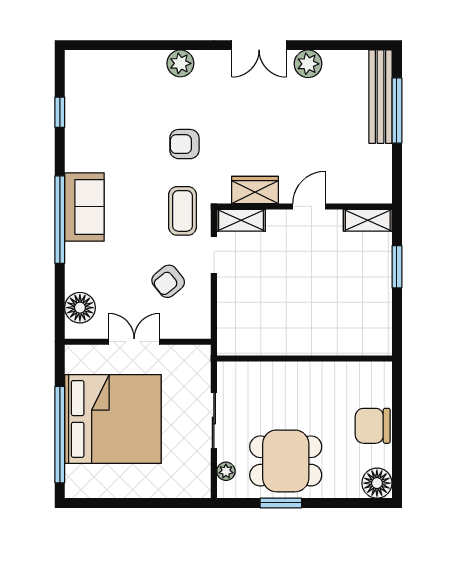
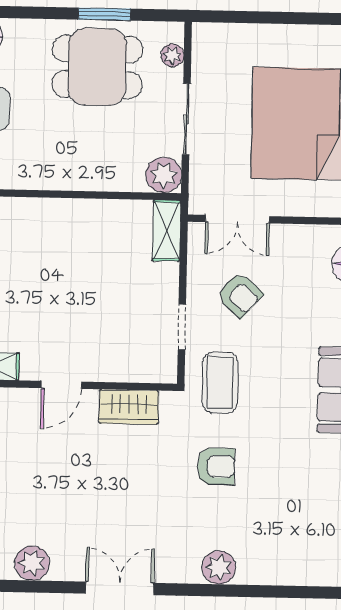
plant: (308, 64) -> (32, 563), moved
shelving: (241, 220) -> (167, 230), moved, turned 90
armchair: (168, 281) -> (240, 295), turned 81
double door: (134, 342) -> (237, 219), moved
plant: (231, 376) -> (164, 175), added

